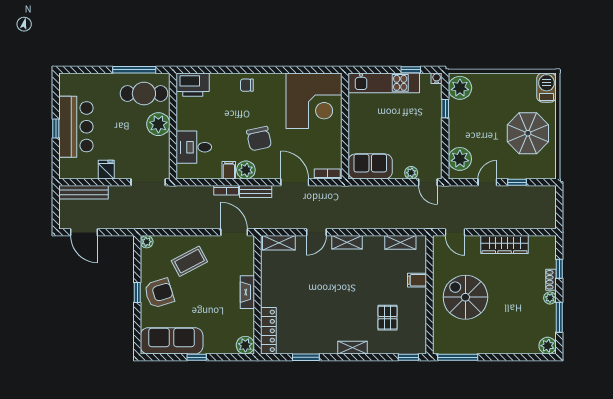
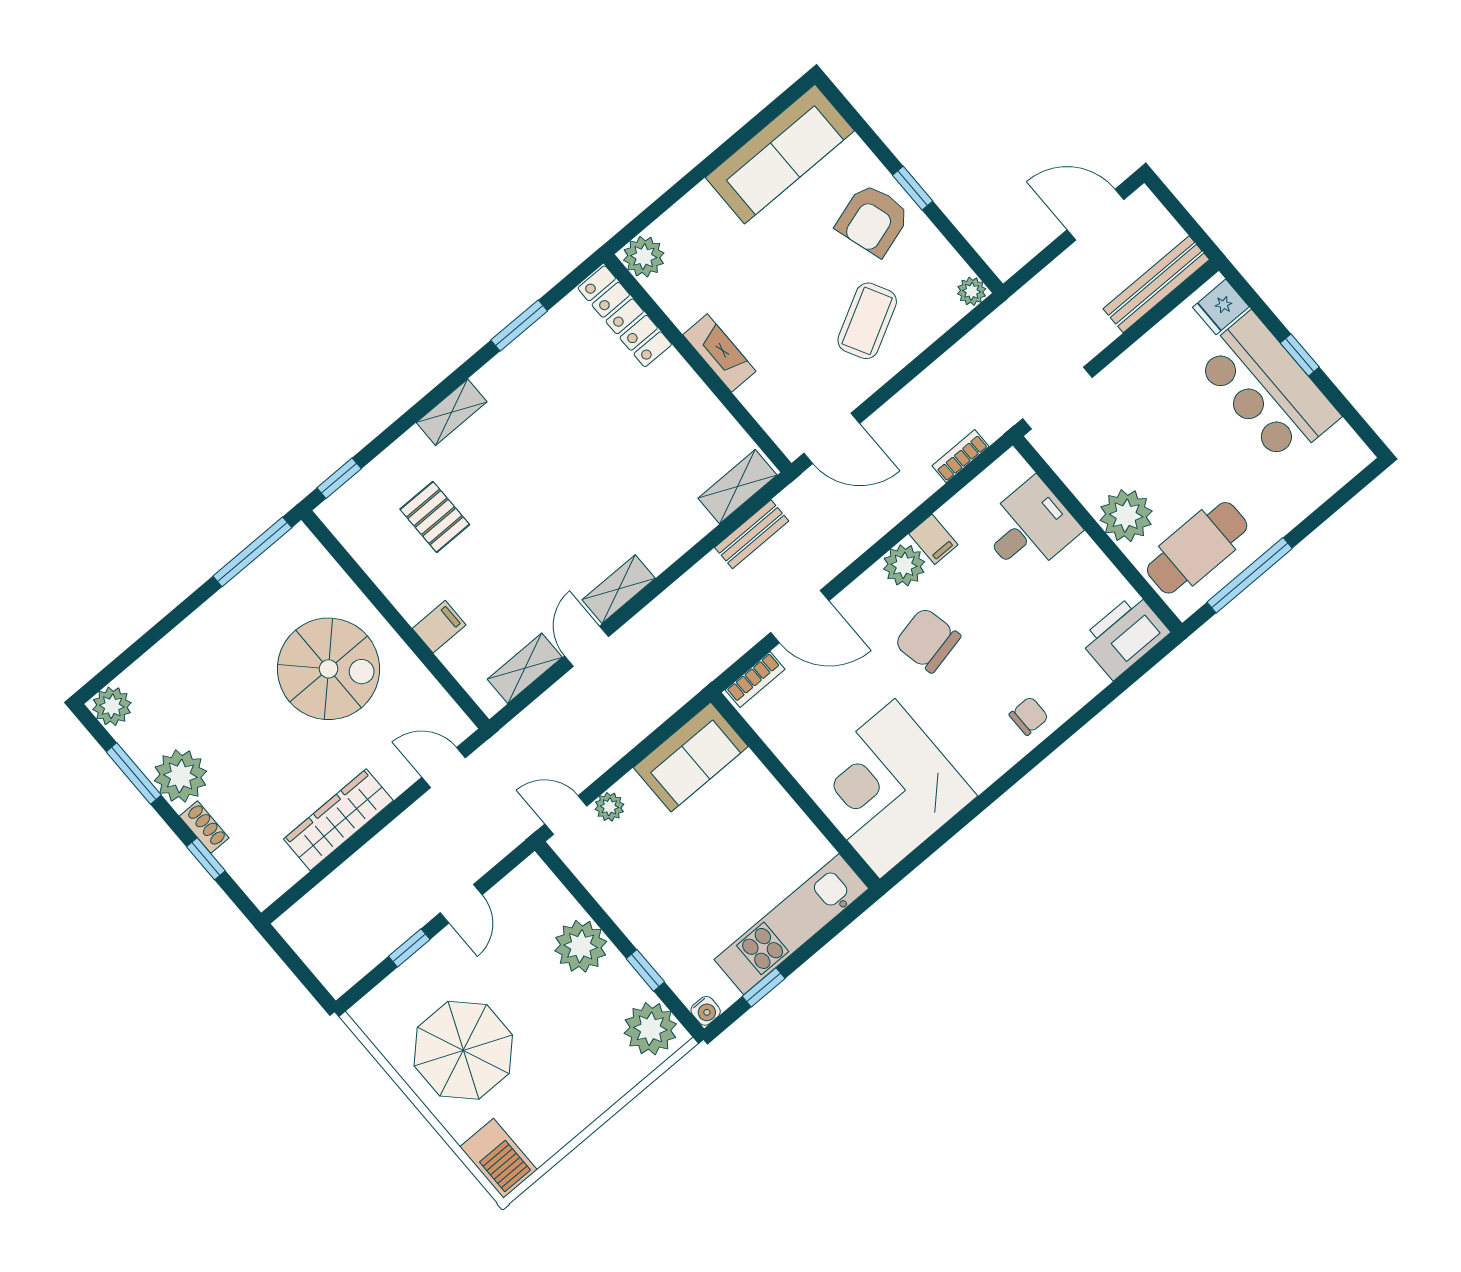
plant: (460, 159) -> (581, 946), moved
fridge: (106, 170) -> (1221, 307), moved, turned 90
bookcase: (226, 190) -> (960, 456), moved
bench: (256, 192) -> (752, 534), moved
door: (316, 232) -> (587, 646), moved
plant: (550, 298) -> (180, 776), width x1.88, depth x1.88
window: (197, 357) -> (711, 163), removed

